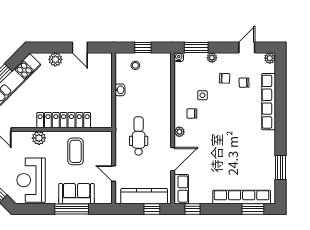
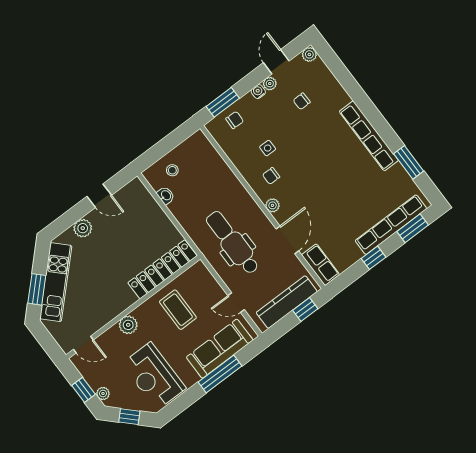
window: (143, 47) -> (166, 145), removed
water cooler: (179, 57) -> (258, 92), moved
plant: (212, 58) -> (270, 84), moved
chair: (225, 78) -> (235, 120), moved
washbasin: (120, 90) -> (166, 195), moved
row of seats: (269, 102) -> (369, 136), moved
locker: (64, 120) -> (162, 269), moved
dental chair: (139, 136) -> (233, 243), width x1.36, depth x1.38
sofa: (77, 194) -> (220, 349), width x1.36
window: (192, 209) -> (374, 258), moved

